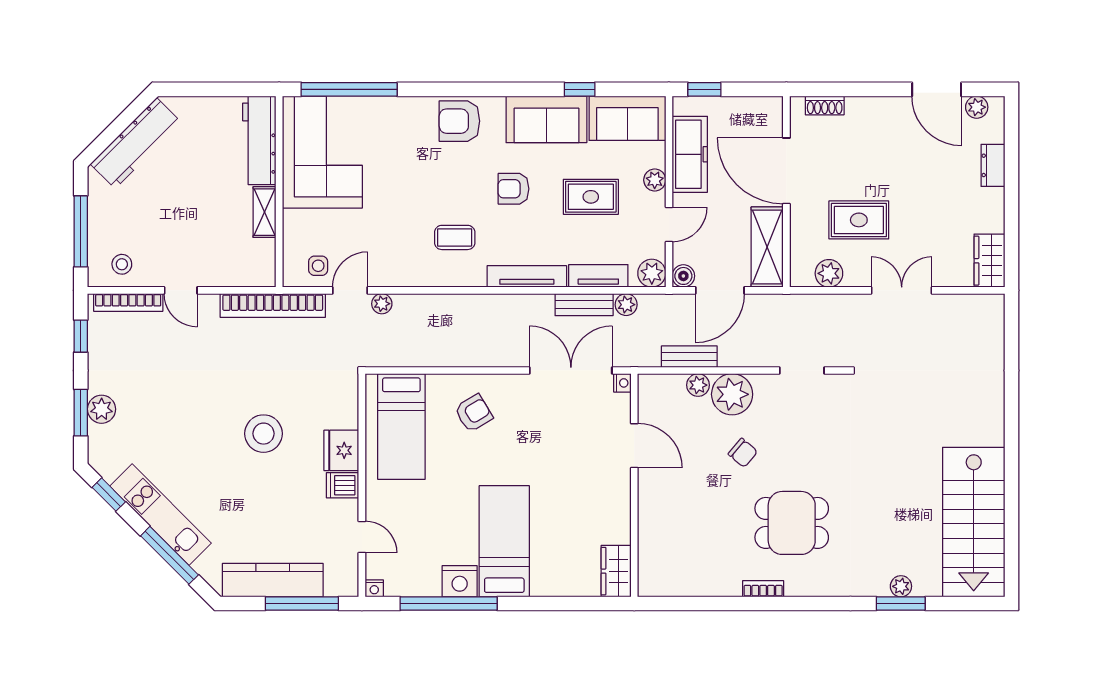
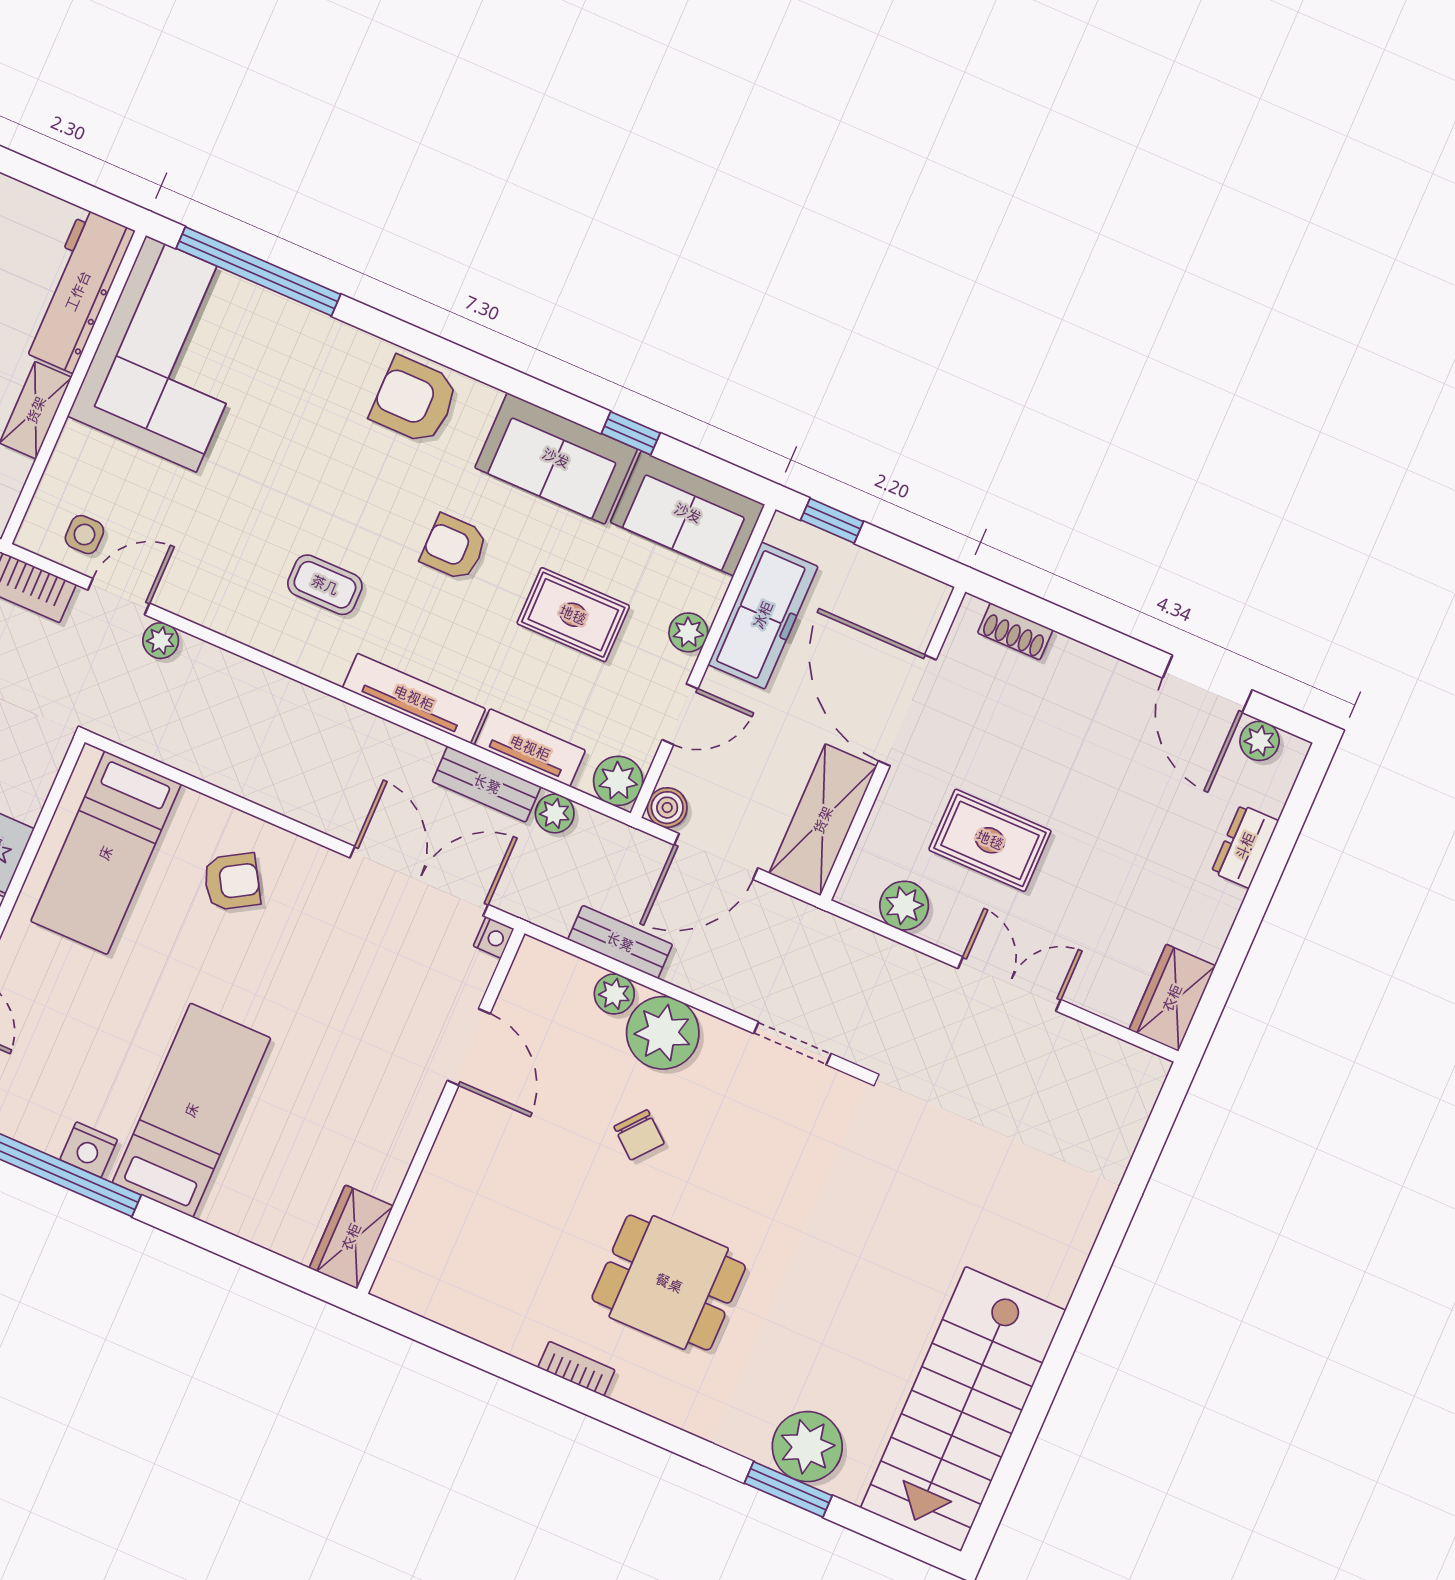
nightstand: (460, 581) -> (89, 1150), width x0.74, depth x0.75
plant: (901, 586) -> (807, 1447), width x1.88, depth x1.88

